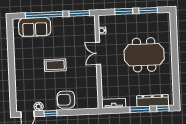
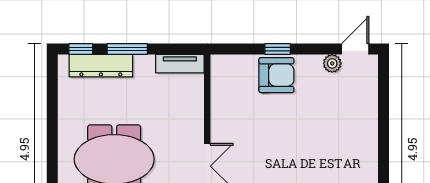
coffee table: (55, 65) -> (295, 146), removed
window: (51, 113) -> (278, 49), moved

